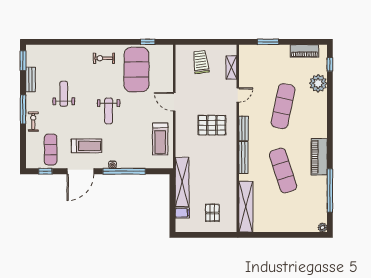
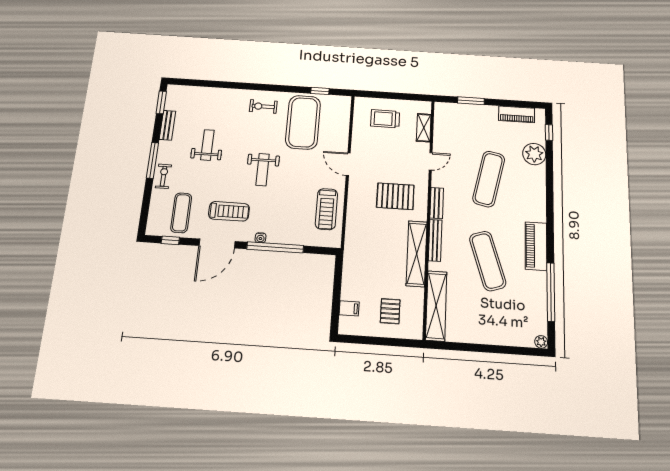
trolley: (201, 62) -> (385, 119), turned -83
shelving: (182, 182) -> (417, 254), moved

